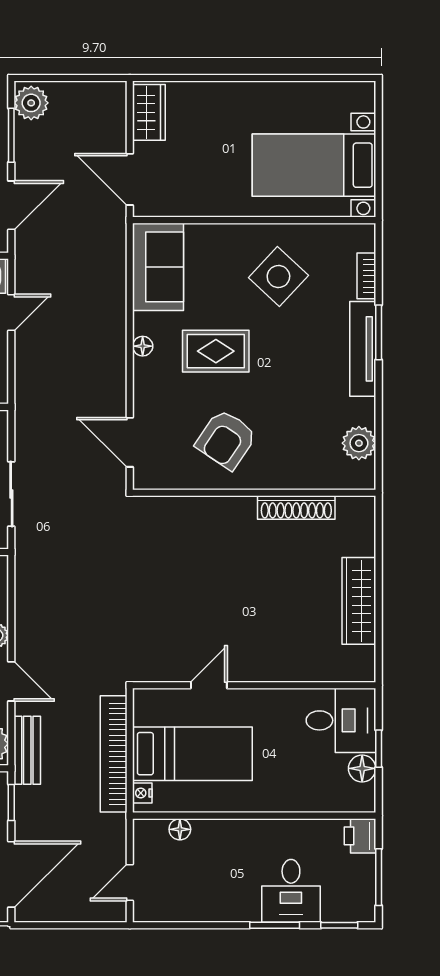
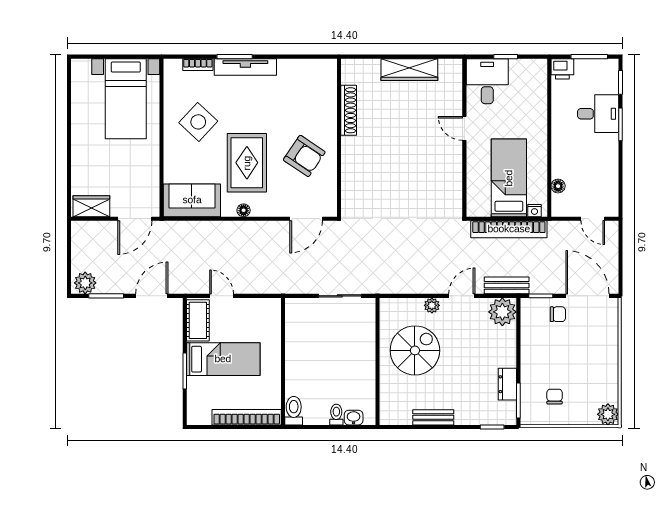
door: (11, 205) -> (152, 296), hinge flipped
rug: (216, 351) -> (247, 163), width x1.36, depth x1.43
plant: (359, 443) -> (307, 69), removed
door: (209, 685) -> (464, 128), moved
floor lamp: (362, 768) -> (519, 67), removed

